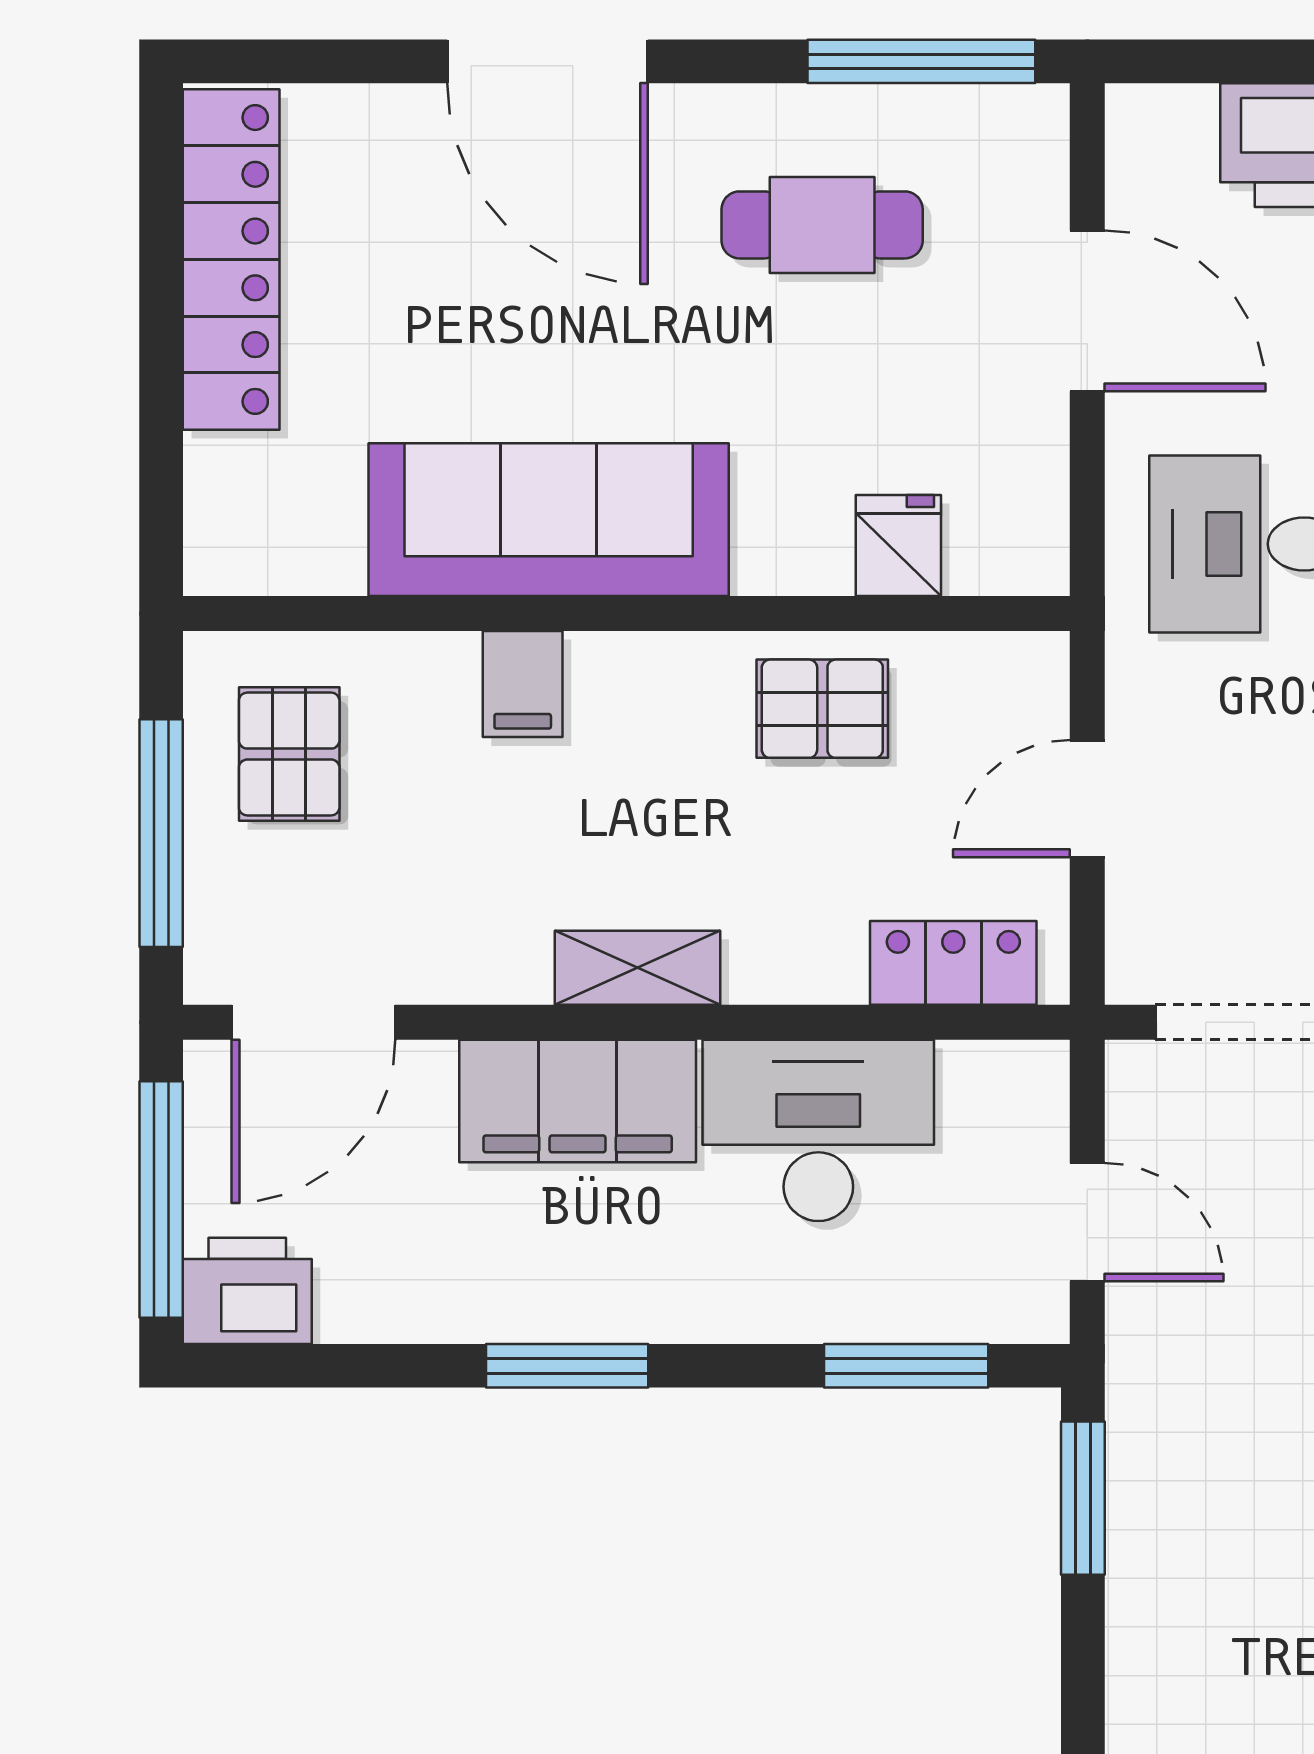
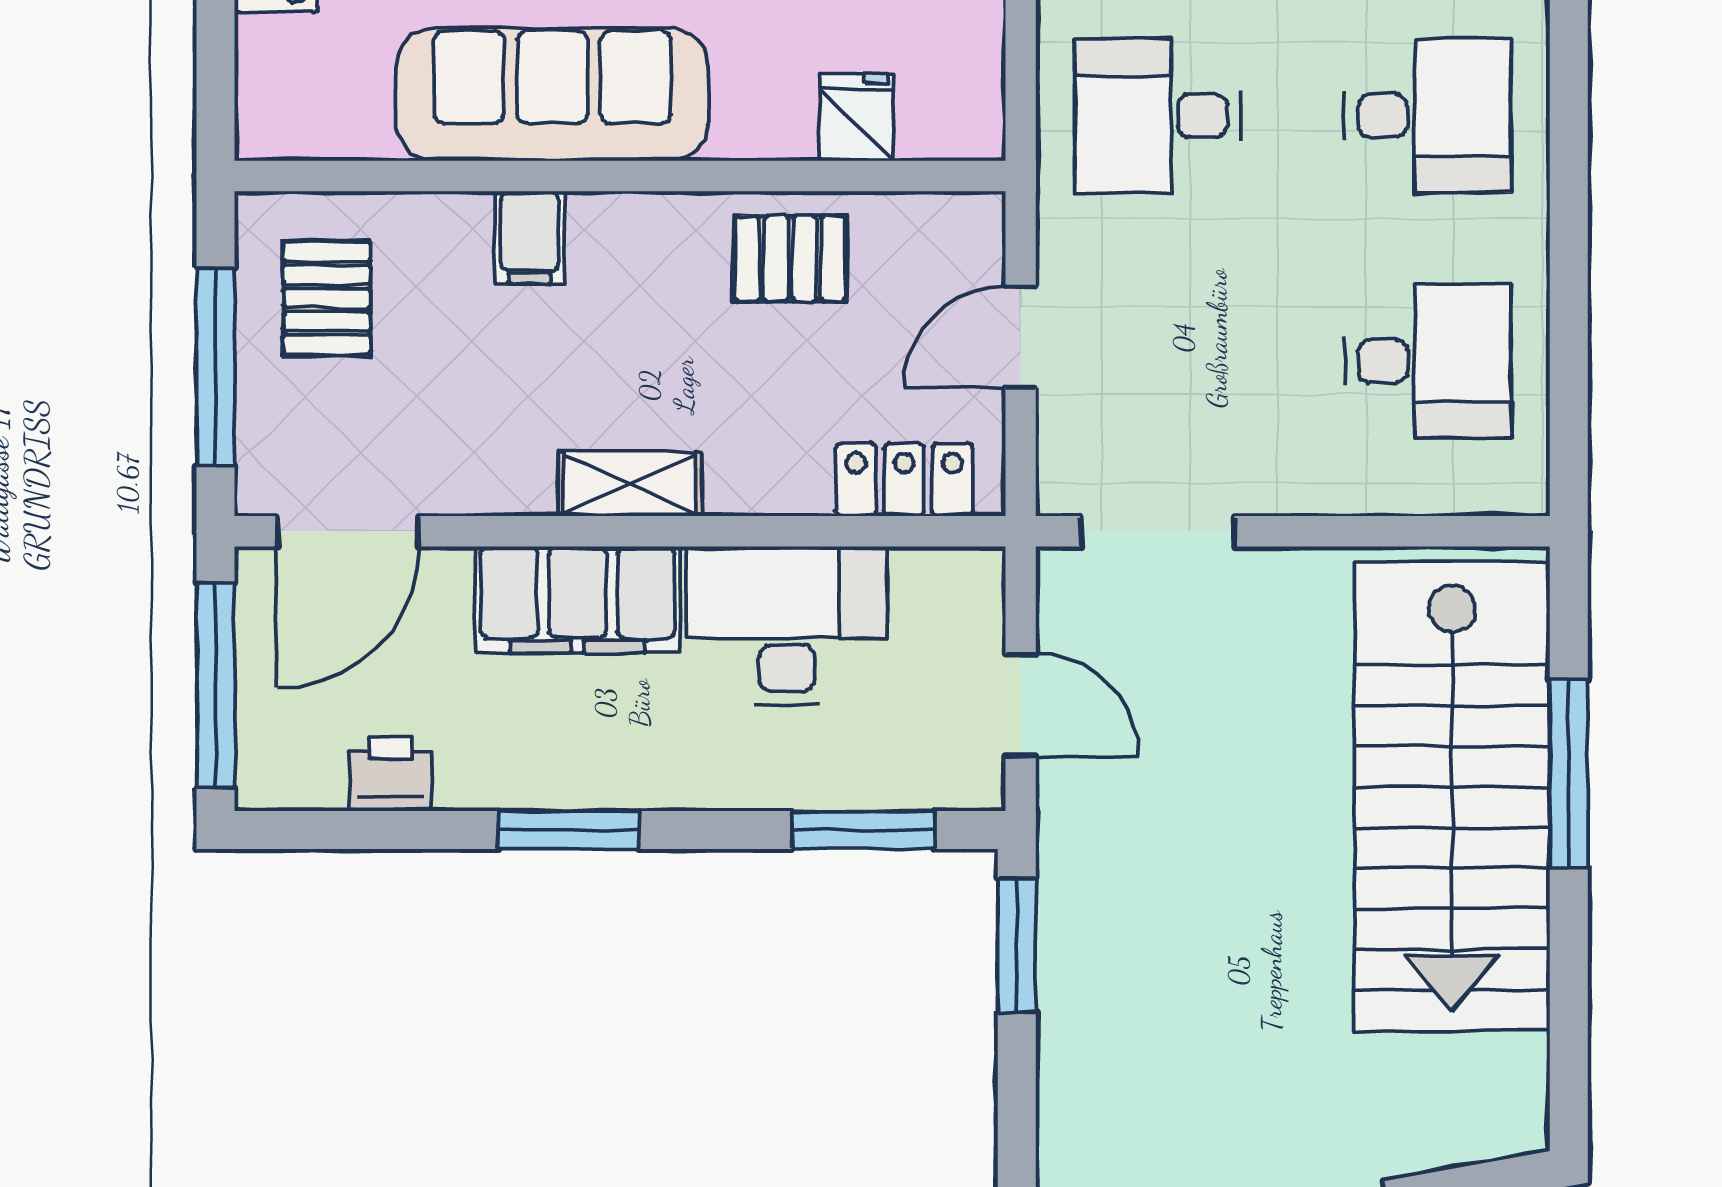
printer: (247, 1291) -> (391, 774), moved, width x0.73, depth x0.81

